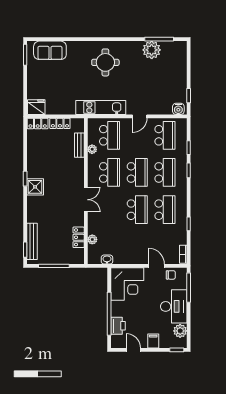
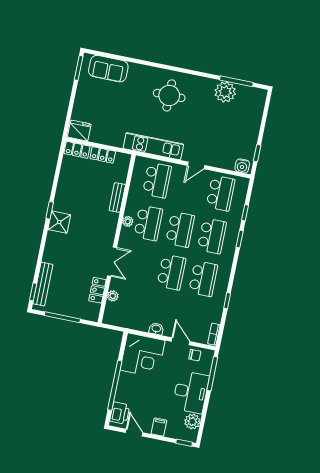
bench: (79, 145) -> (117, 198), moved
plant: (92, 149) -> (128, 221), moved
double door: (86, 200) -> (112, 262), moved
washbasin: (107, 260) -> (156, 329), moved
printer: (118, 326) -> (120, 413), moved

